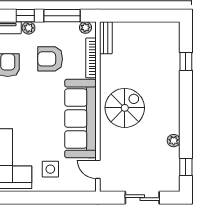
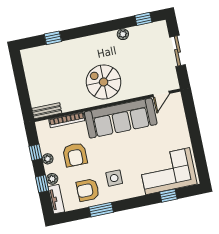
window: (62, 16) -> (36, 152), width x0.46
plant: (85, 27) -> (48, 159), moved
side table: (50, 169) -> (114, 178), moved

